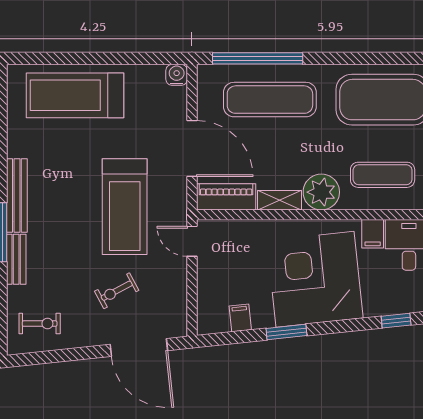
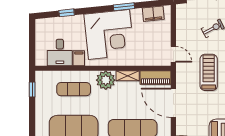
treadmill: (125, 207) -> (209, 72), width x0.73, depth x0.73
filing cabinet: (240, 318) -> (153, 14), width x2.00

